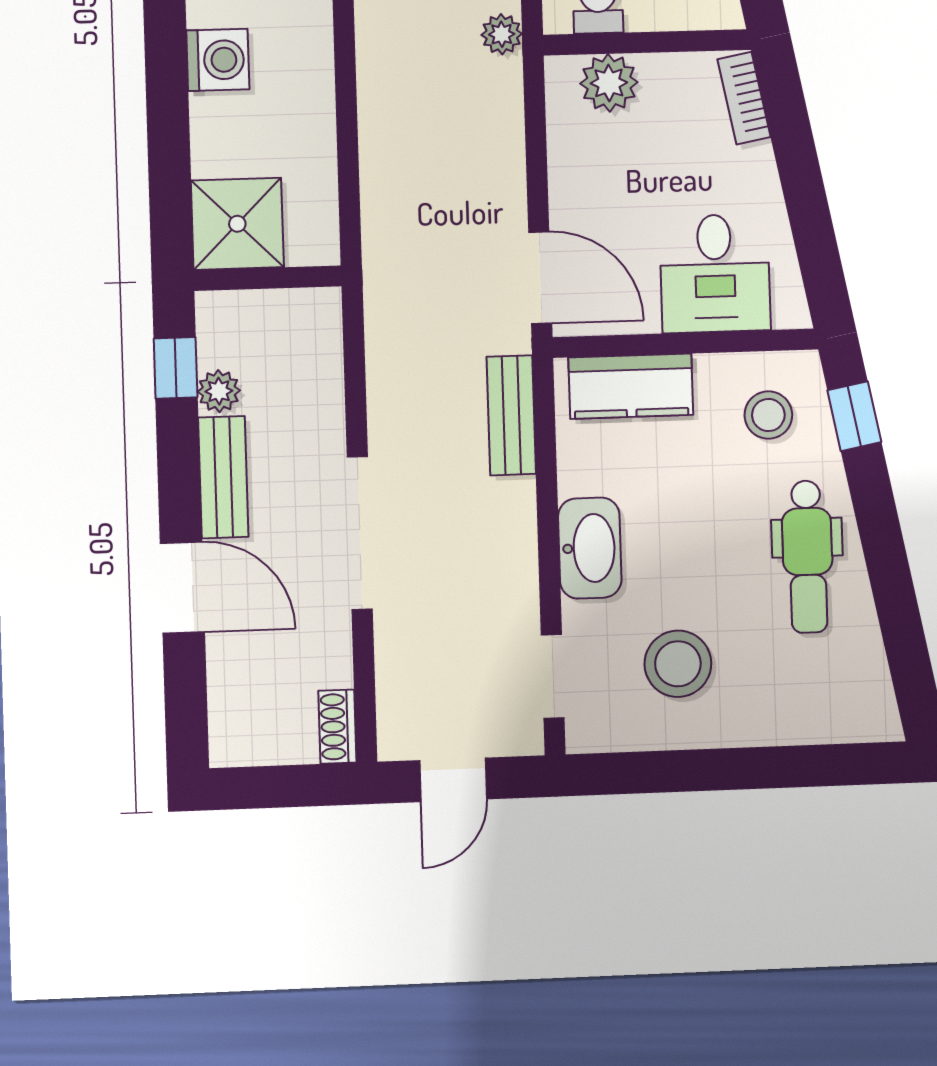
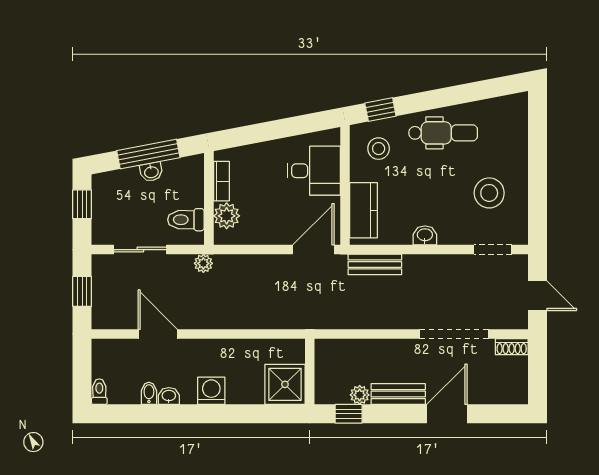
bookcase: (744, 98) -> (221, 181), moved, turned -79
doorway: (360, 533) -> (454, 334), moved
washbasin: (590, 548) -> (425, 235), width x0.52, depth x0.69

